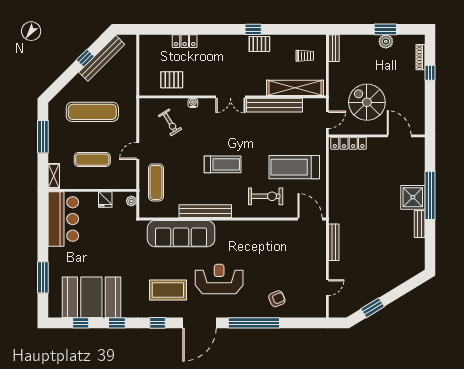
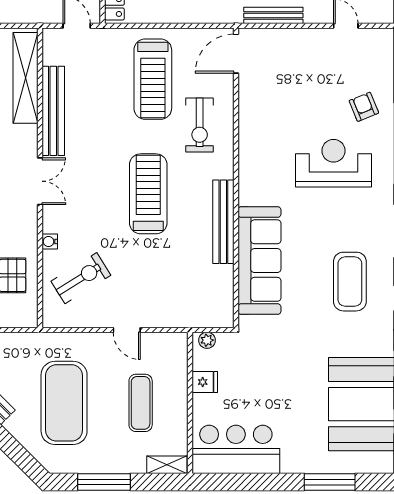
exercise mat: (92, 112) -> (64, 403), width x1.47
exercise bike: (170, 122) -> (81, 278), width x1.38, depth x1.39
treadmill: (223, 164) -> (148, 194), width x1.37, depth x1.38
exercise mat: (156, 182) -> (177, 301), removed
exercise bike: (266, 196) -> (200, 125), turned 180
reception desk: (219, 279) -> (334, 163), moved, turned 90

